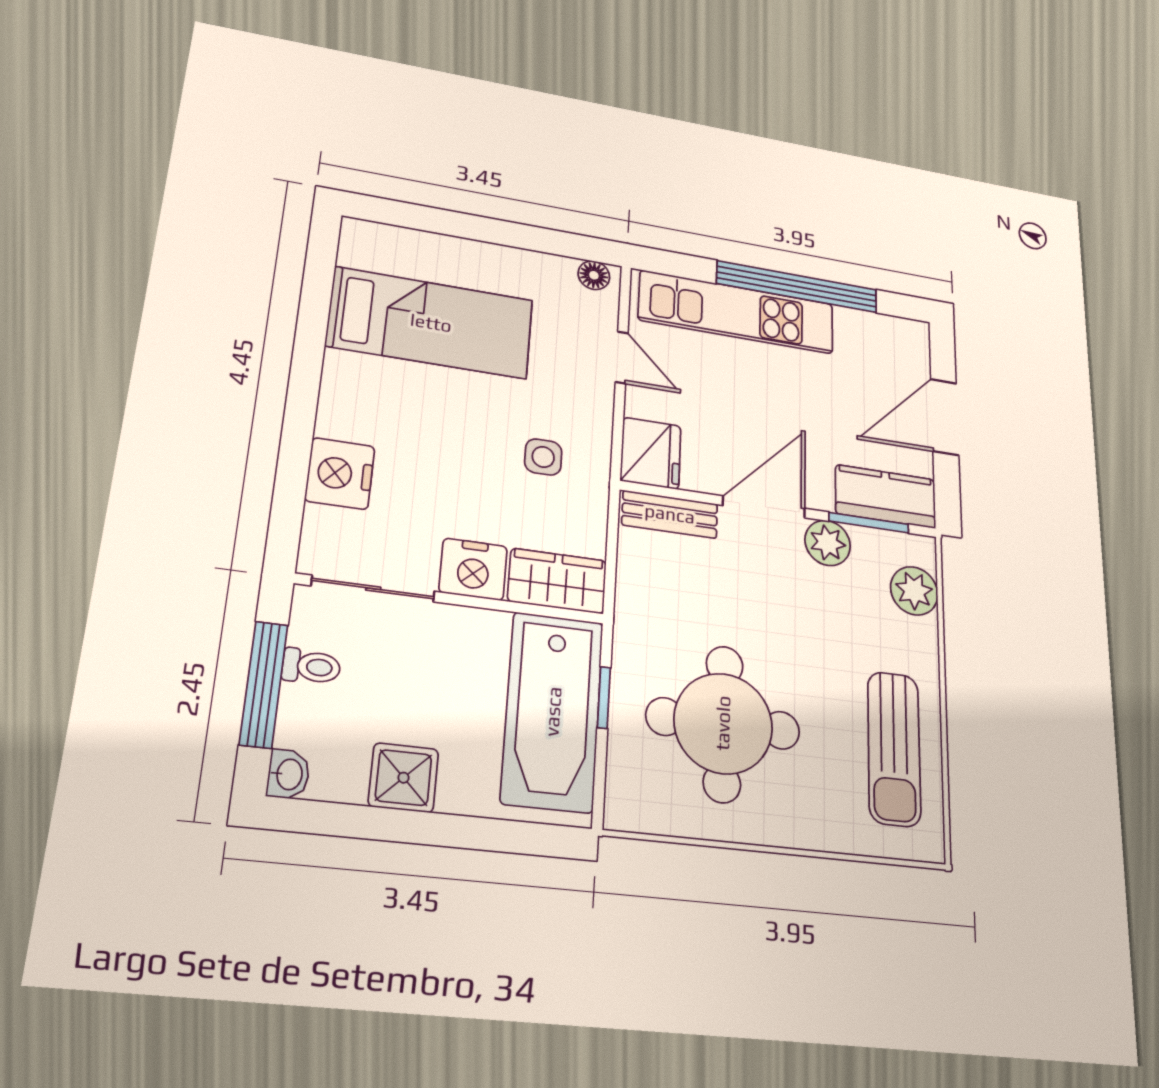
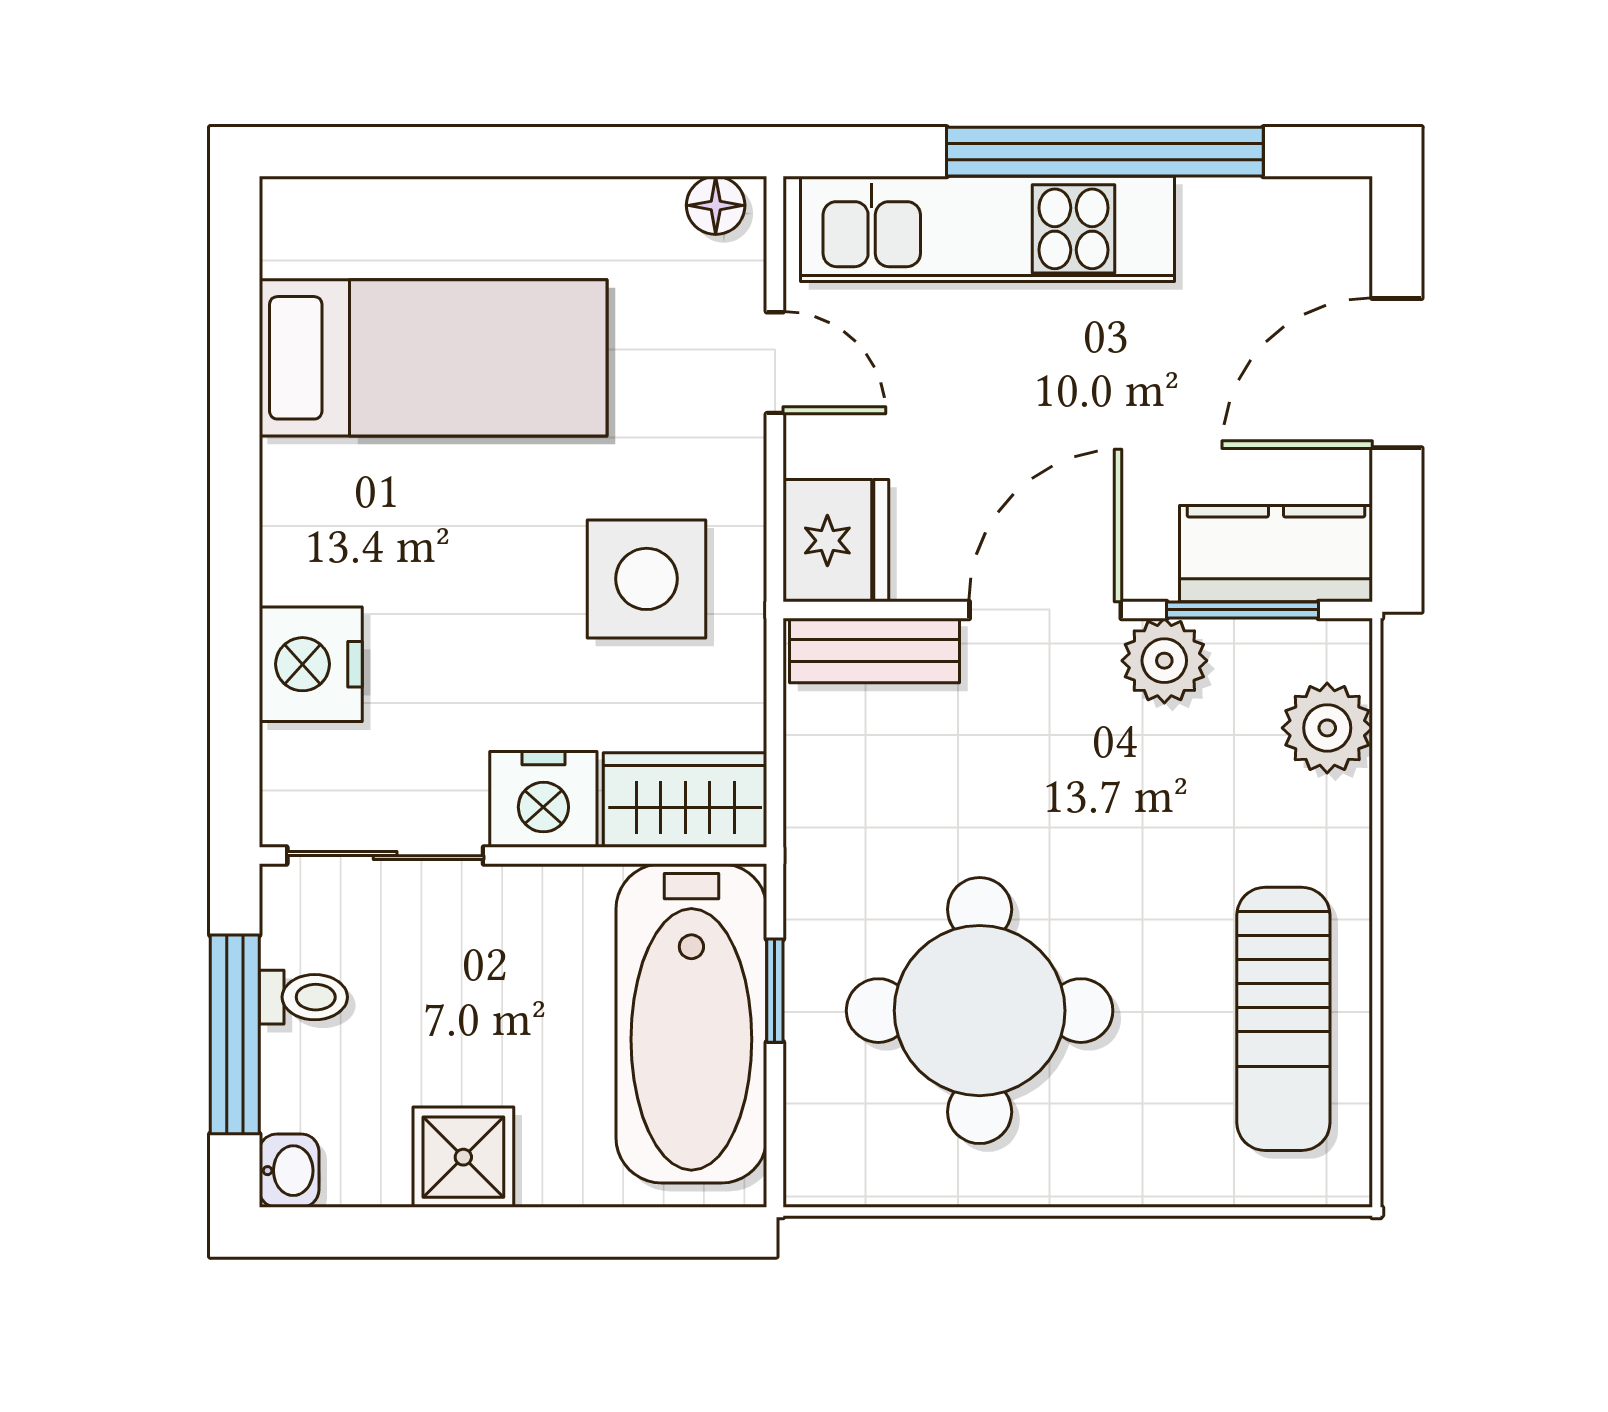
side table: (543, 457) -> (647, 579), width x1.87, depth x1.87

